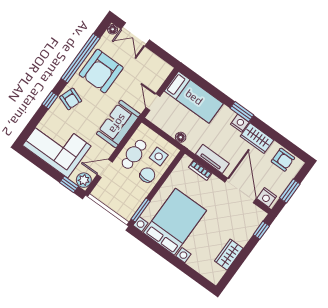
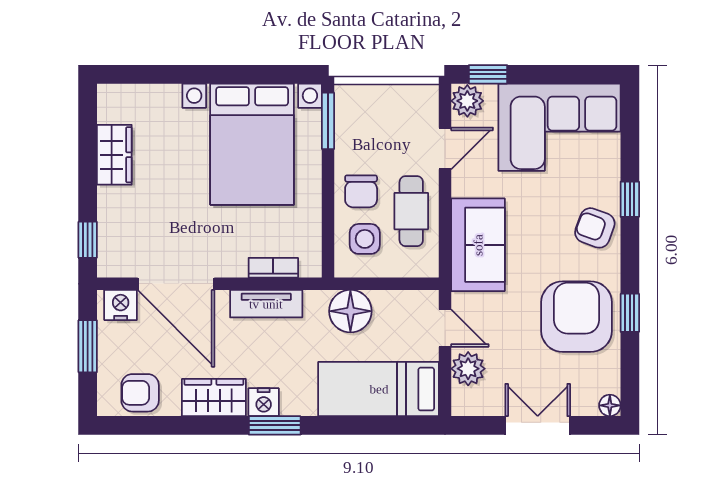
double door: (135, 34) -> (538, 425), moved
window: (80, 58) -> (630, 313), width x0.32
plant: (155, 81) -> (468, 369), added
floor lamp: (181, 137) -> (350, 311), width x1.89, depth x1.89

